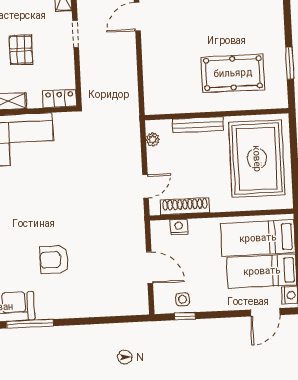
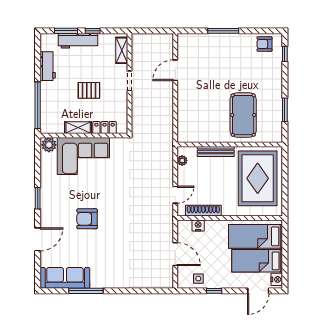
pallet: (21, 50) -> (89, 90), turned 90
pool table: (233, 73) -> (243, 115), turned 90
locker: (59, 99) -> (105, 127), moved
armchair: (54, 260) -> (87, 219), moved
window: (185, 316) -> (214, 291), moved

